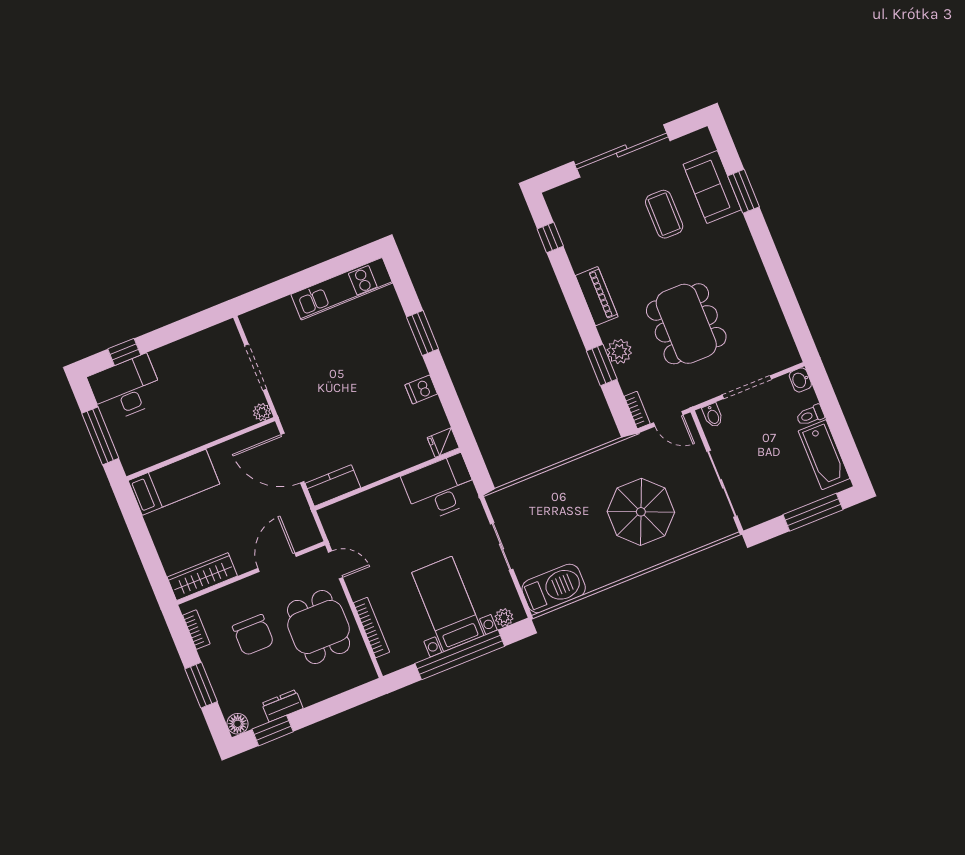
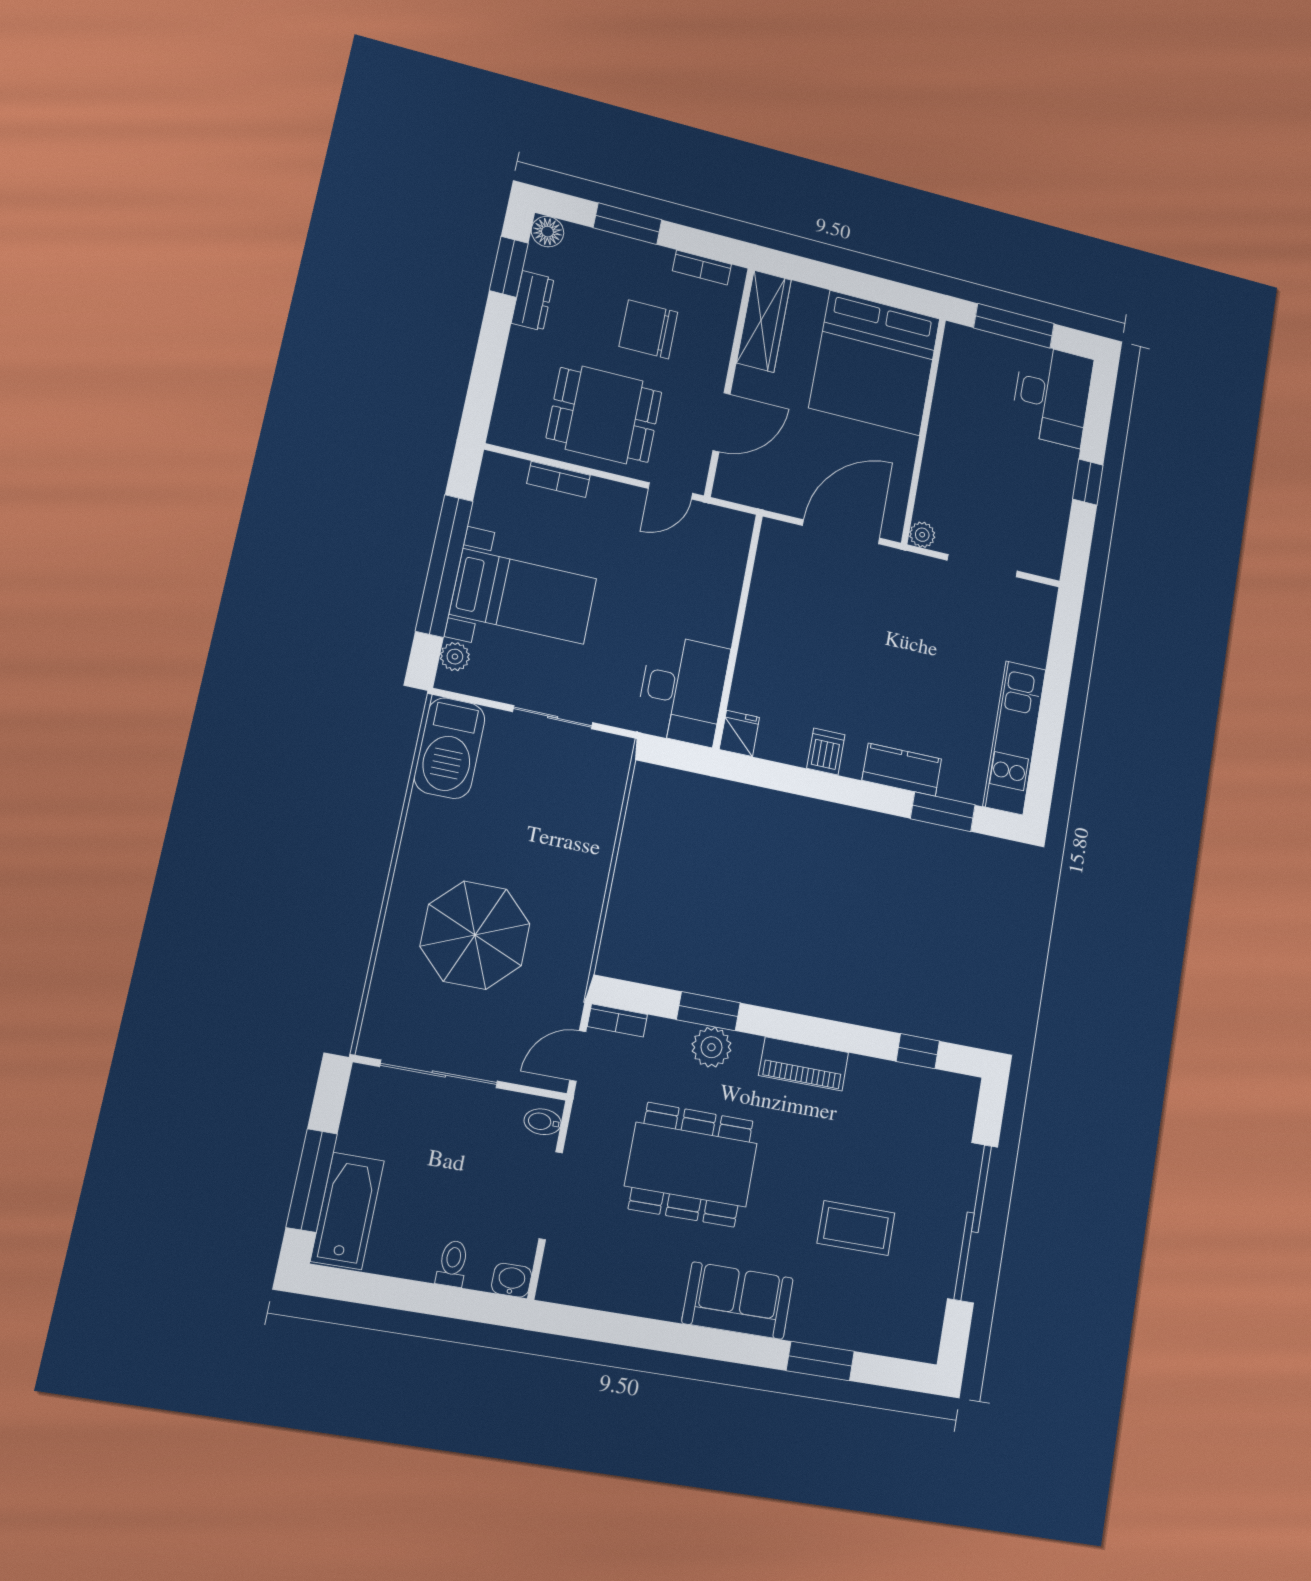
sofa: (712, 187) -> (738, 1301), moved
window: (423, 333) -> (943, 812), moved
window: (124, 352) -> (1088, 482), moved
bathtub: (824, 455) -> (347, 1211), moved, turned 90
bed: (174, 482) -> (875, 363), width x2.04
kitchen counter: (333, 485) -> (902, 770), moved, turned -90
door: (277, 562) -> (722, 422), hinge flipped
bookcase: (371, 627) -> (559, 479), width x0.64

